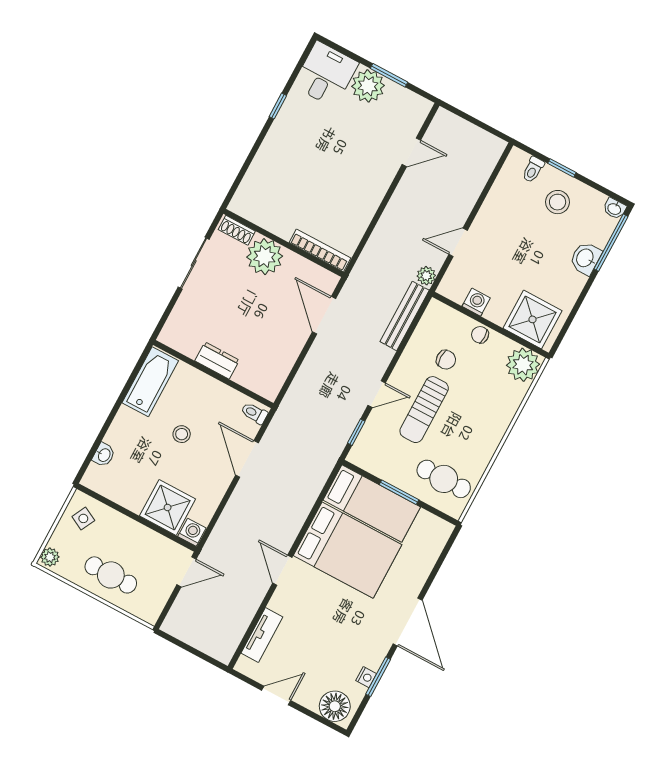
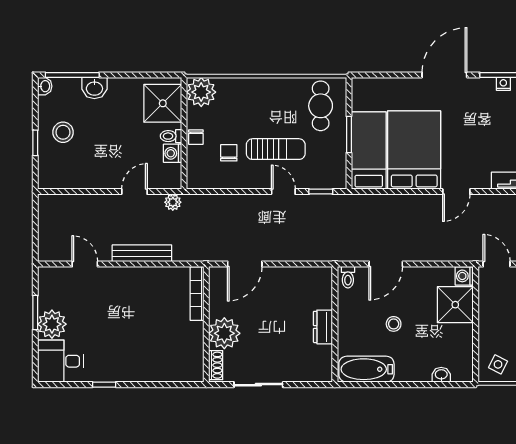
toilet: (533, 170) -> (171, 136), moved, turned 180
door: (458, 242) -> (134, 192), swing flipped
bench: (405, 316) -> (142, 253), moved

